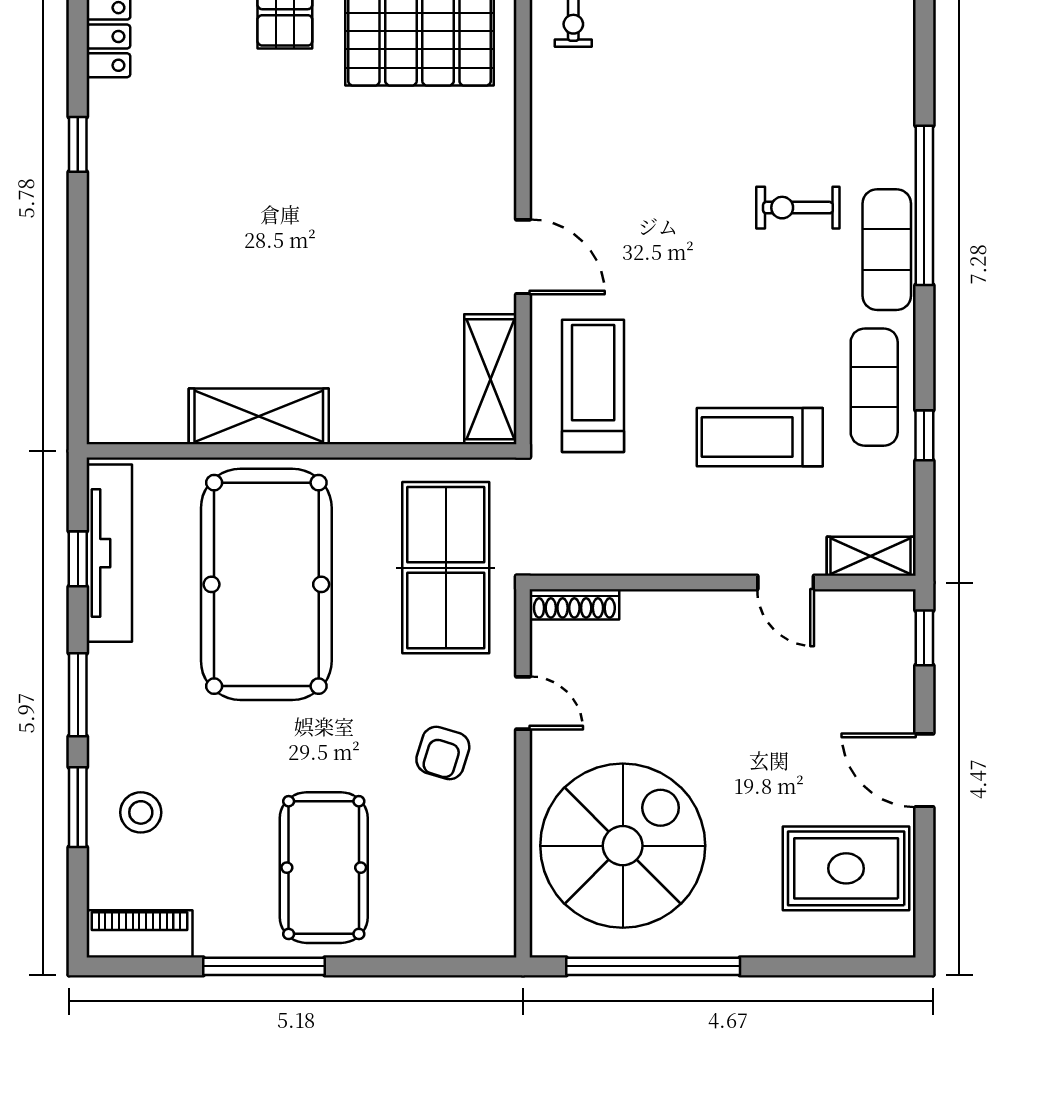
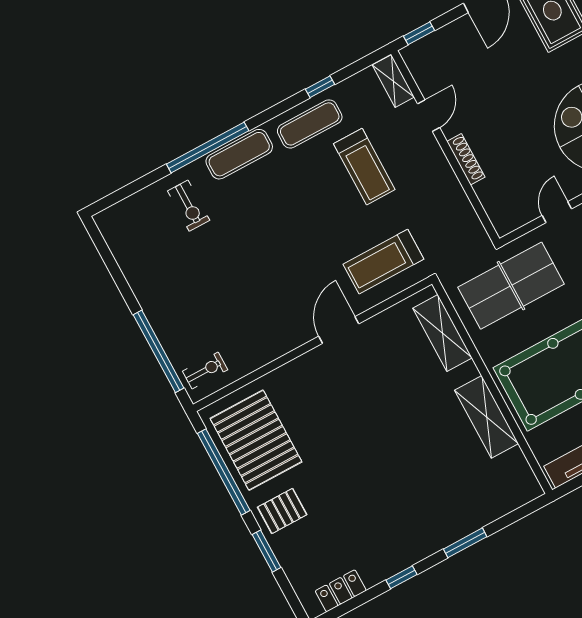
exercise bike: (798, 208) -> (189, 206), moved
window: (78, 275) -> (465, 543), added
shelving: (490, 379) -> (442, 333), moved, turned 90
shoe rack: (574, 604) -> (466, 159), moved

